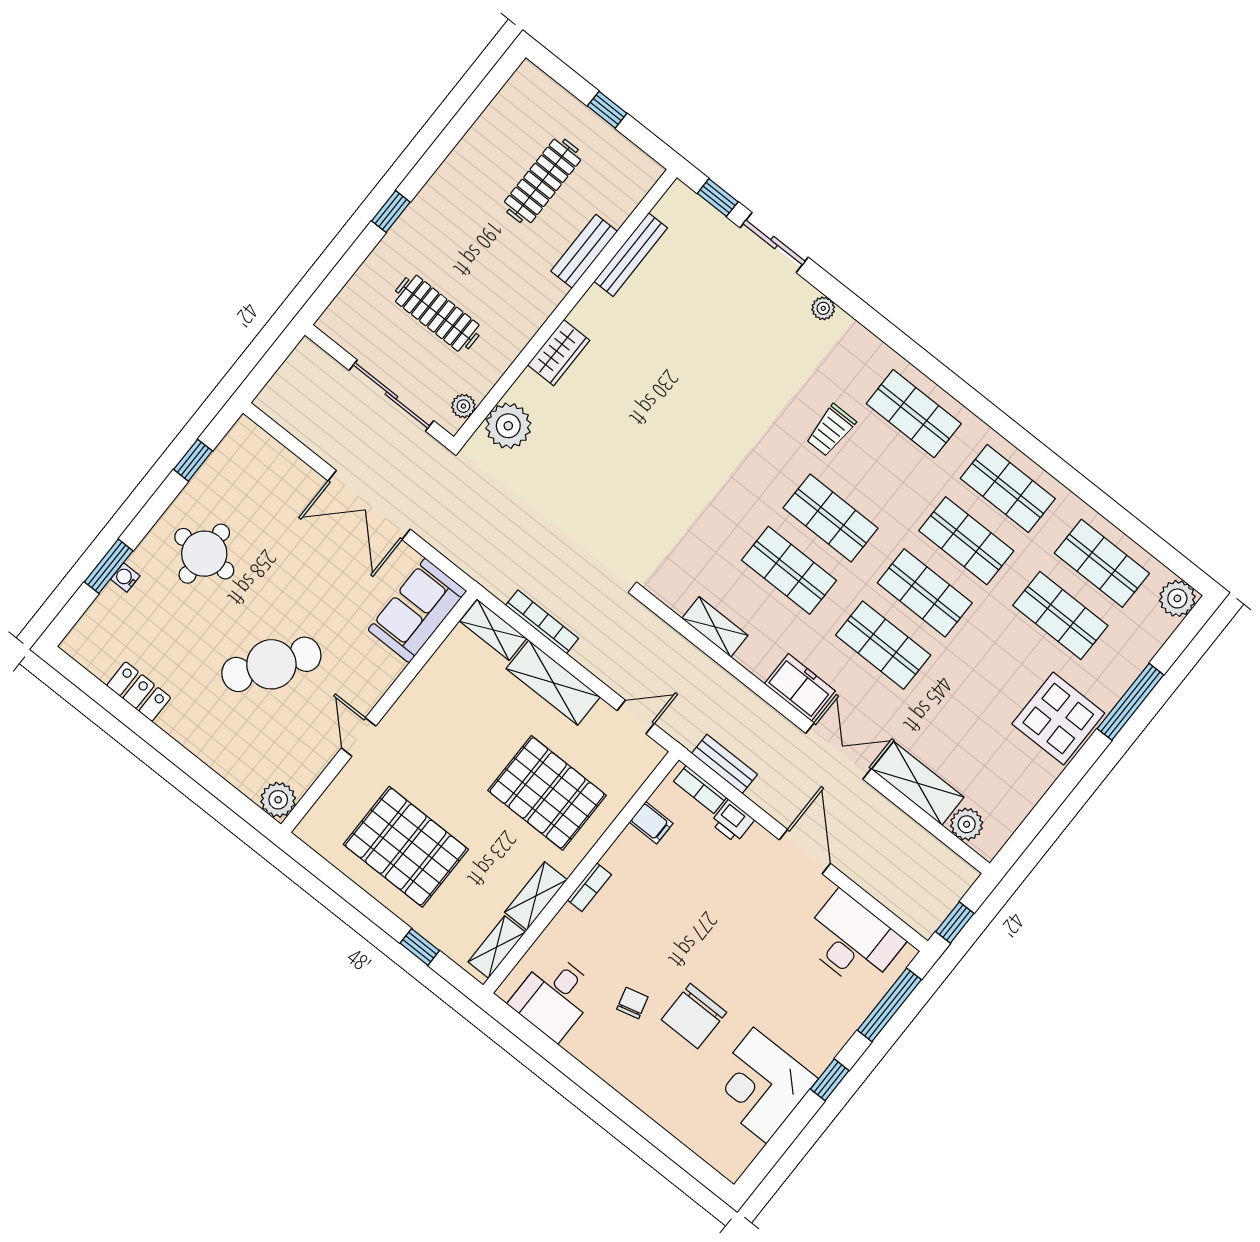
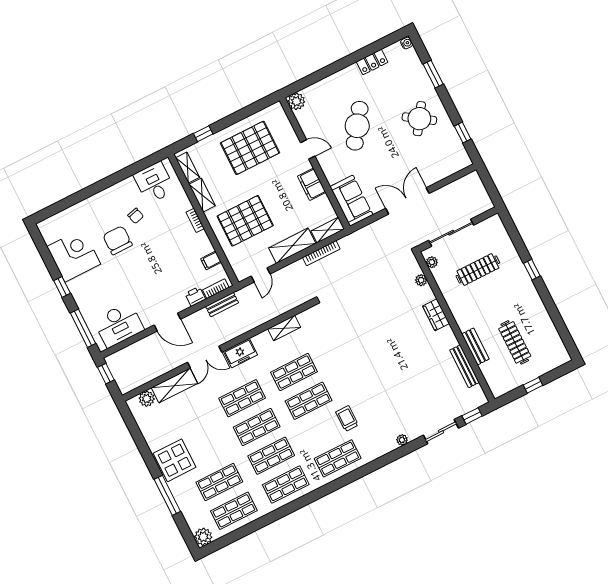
plant: (508, 426) -> (421, 280), width x0.53, depth x0.53
round table: (204, 554) -> (419, 119), turned 34
water cooler: (125, 578) -> (407, 43), moved
filing cabinet: (421, 699) -> (312, 184), added

